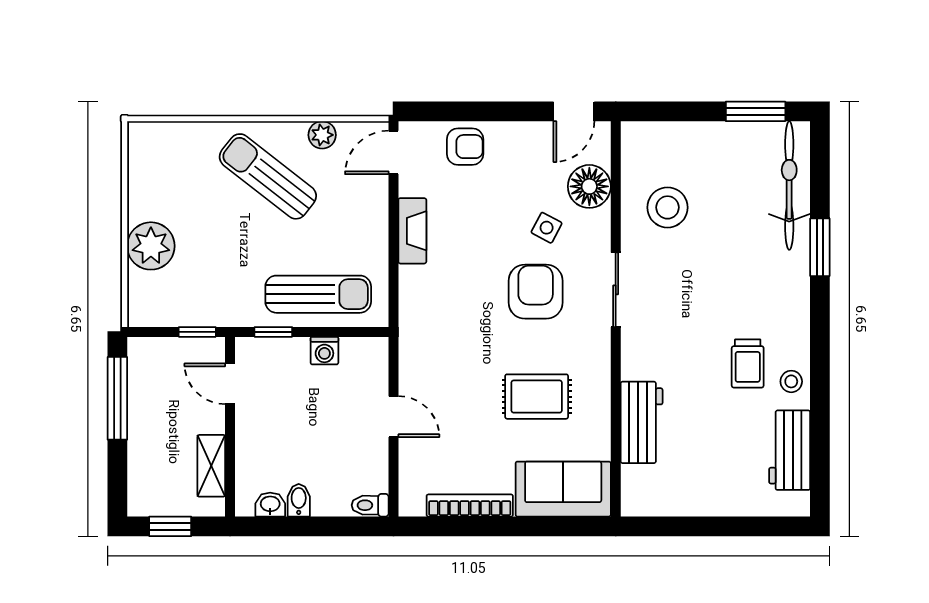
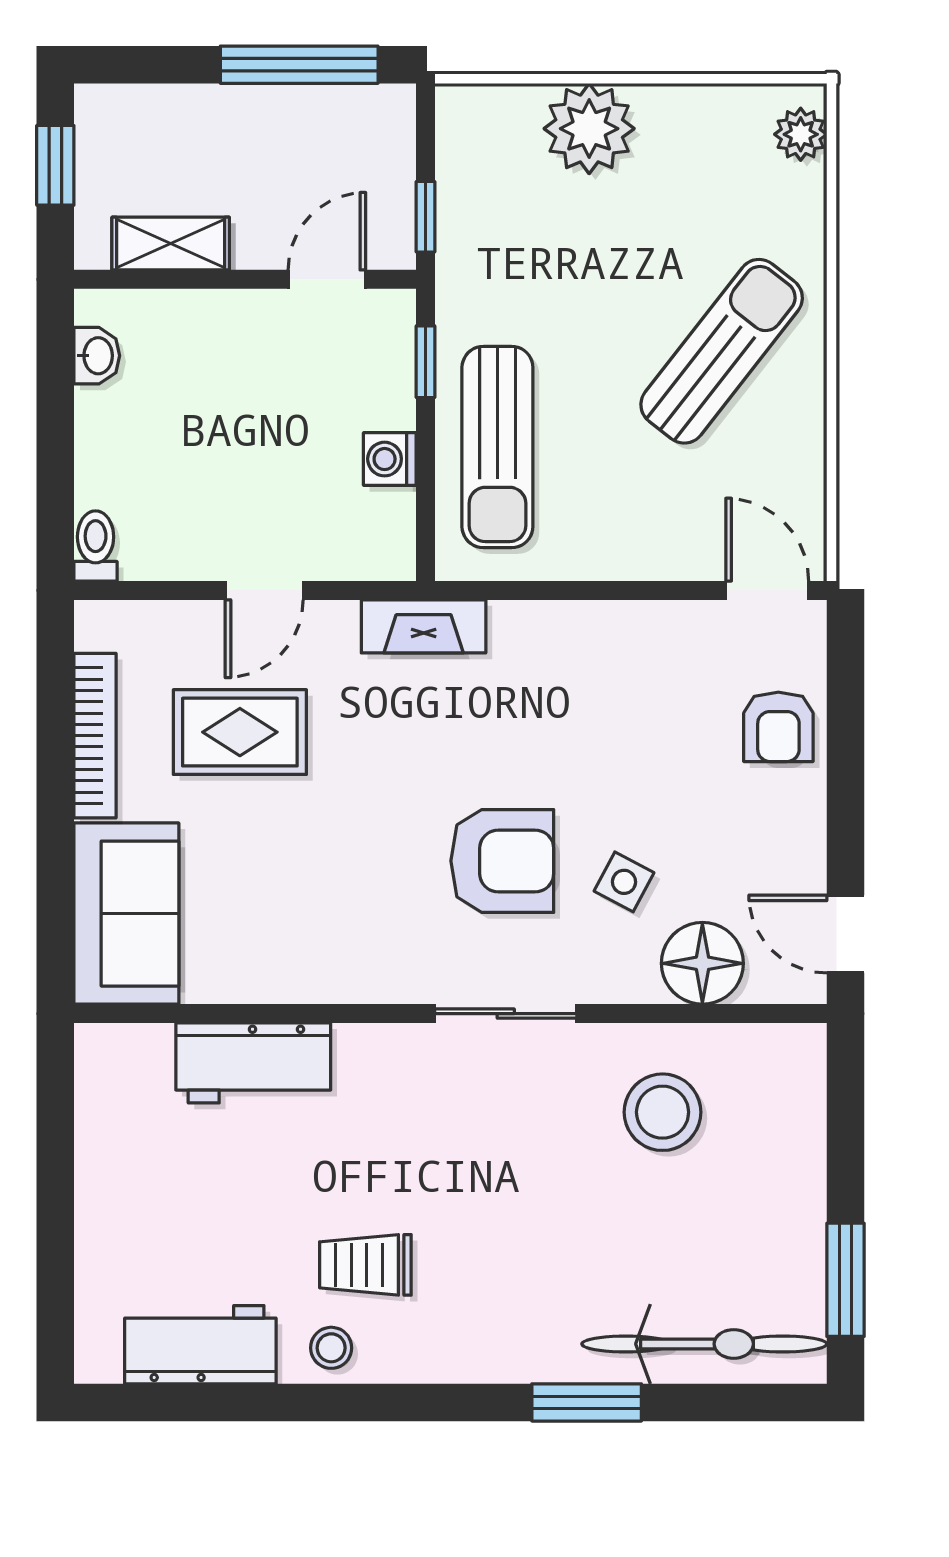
plant: (322, 135) -> (801, 134), moved
fireplace: (412, 231) -> (424, 626), moved
rug: (537, 397) -> (240, 732), moved, turned 90
bidet: (299, 500) -> (105, 410), removed

